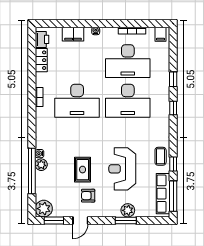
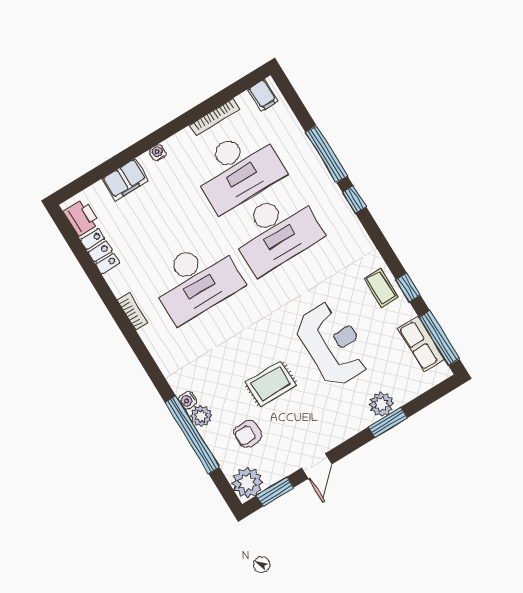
window: (173, 79) -> (326, 154), width x2.17
reception desk: (122, 169) -> (333, 344), turned 180
rug: (83, 170) -> (271, 384), turned 90
row of seats: (163, 194) -> (421, 344), width x0.68
armchair: (88, 196) -> (248, 434), moved

